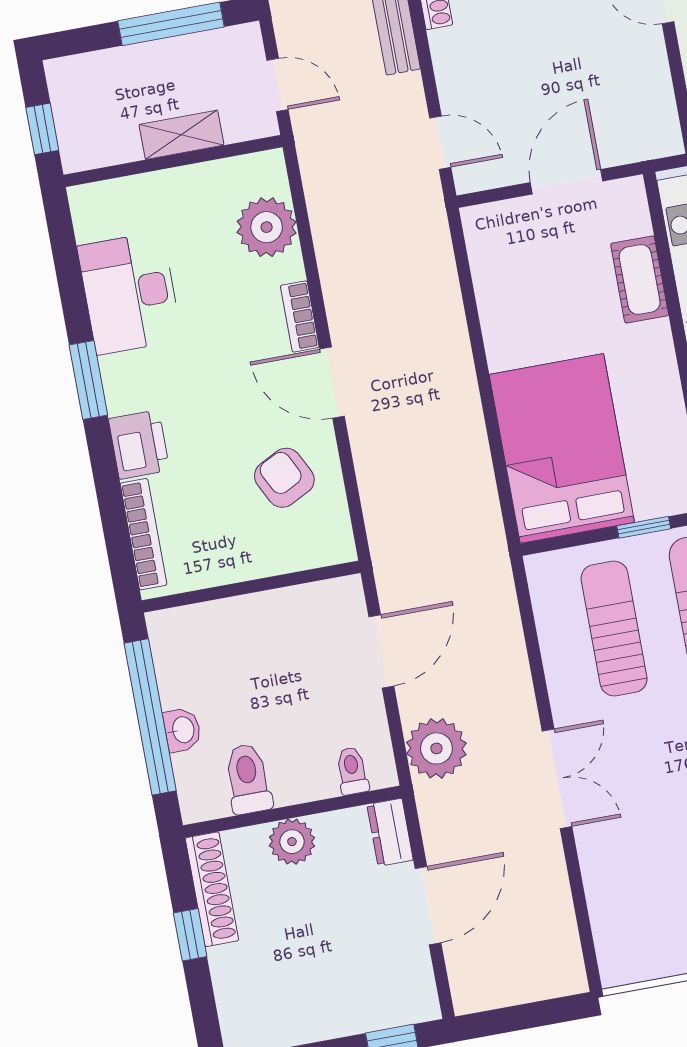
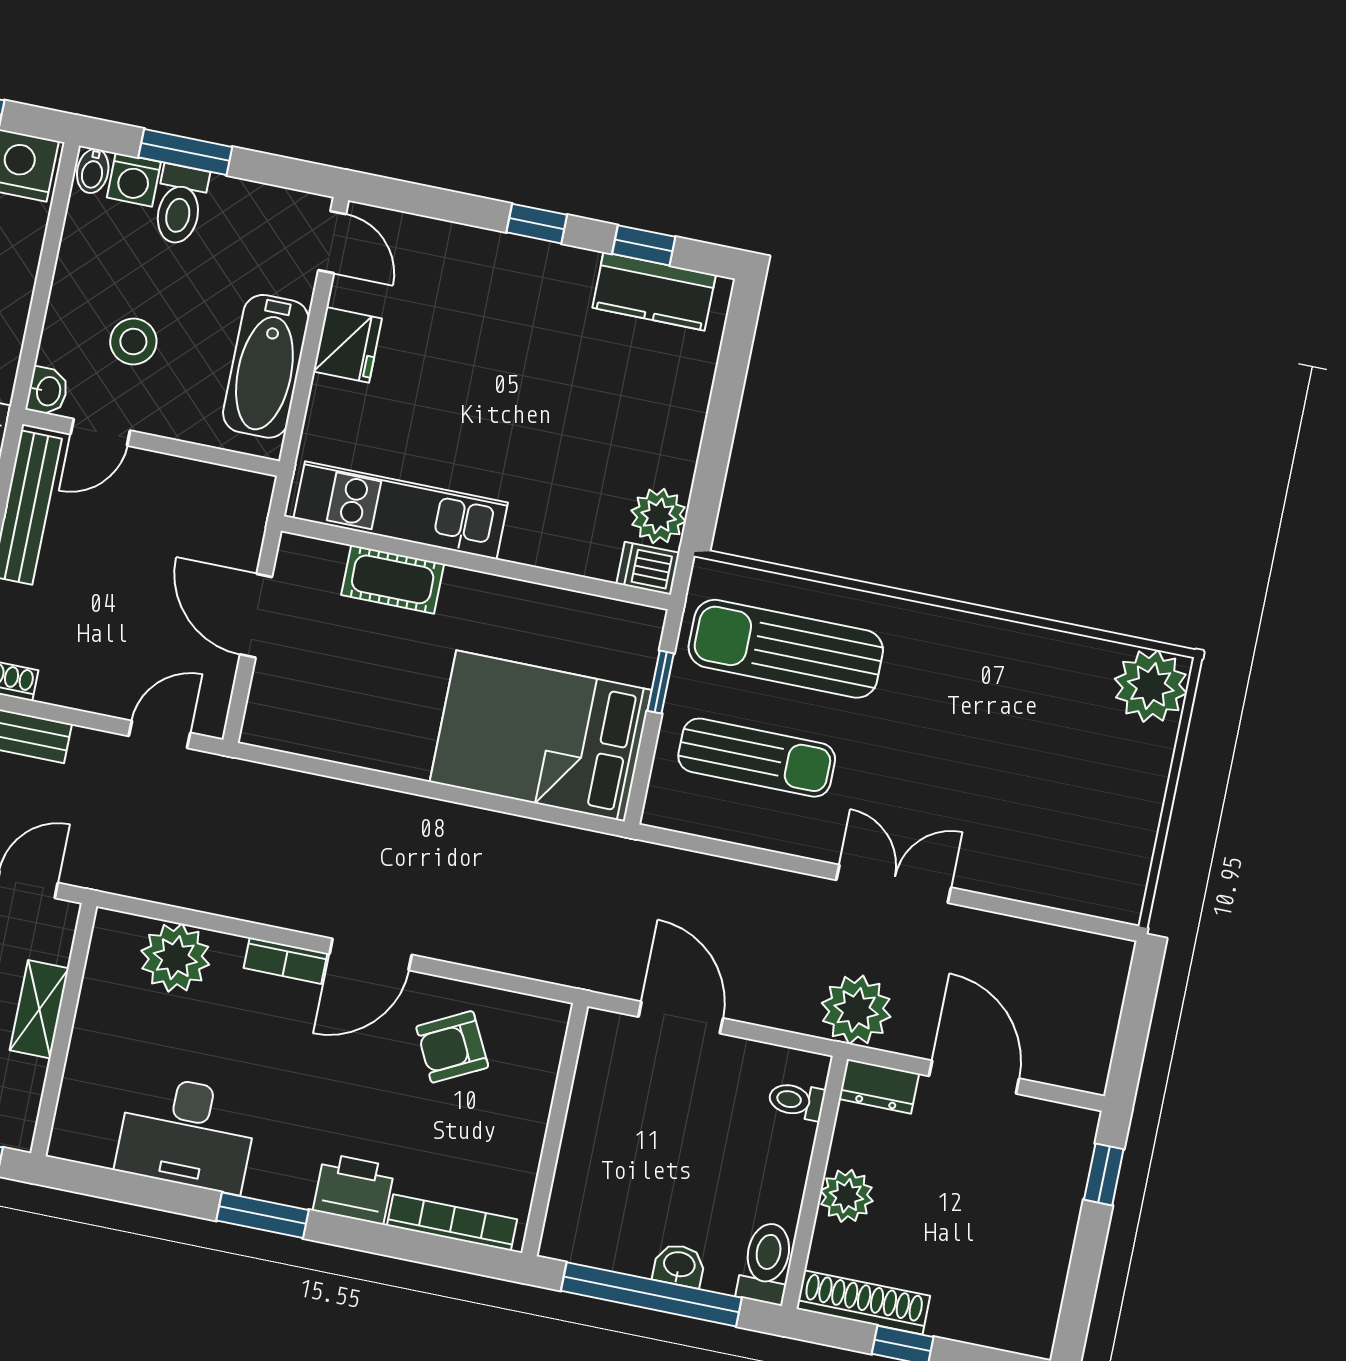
sun lounger: (614, 629) -> (757, 758), turned 180
plant: (436, 748) -> (856, 1010), moved
toilet: (248, 779) -> (766, 1263), moved, turned 90

